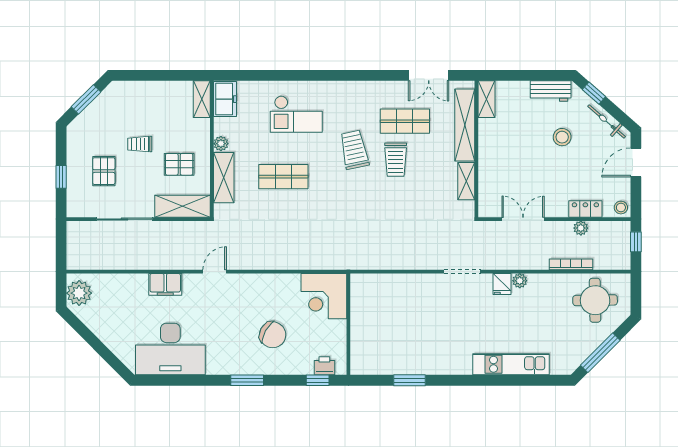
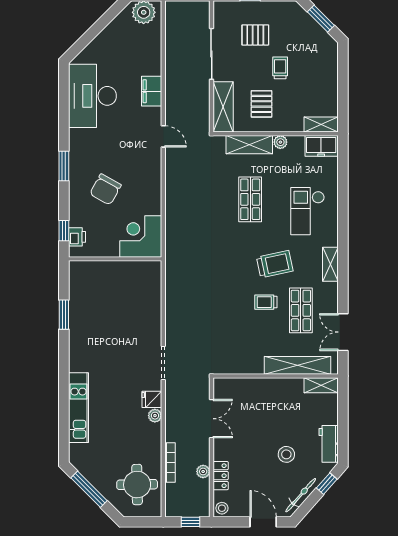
trolley: (396, 160) -> (266, 302), width x0.73, depth x0.72
shelving: (466, 181) -> (330, 264), moved, turned 90

